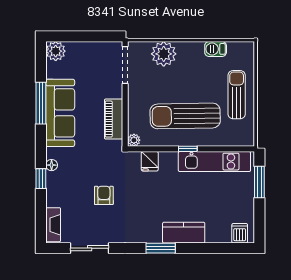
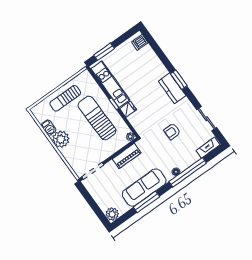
plant: (164, 54) -> (61, 139), moved
sun lounger: (185, 116) -> (97, 118), turned 180
fridge: (150, 161) -> (128, 109), moved
window: (41, 179) -> (188, 172), width x3.17
kitchen counter: (184, 233) -> (172, 88), moved

